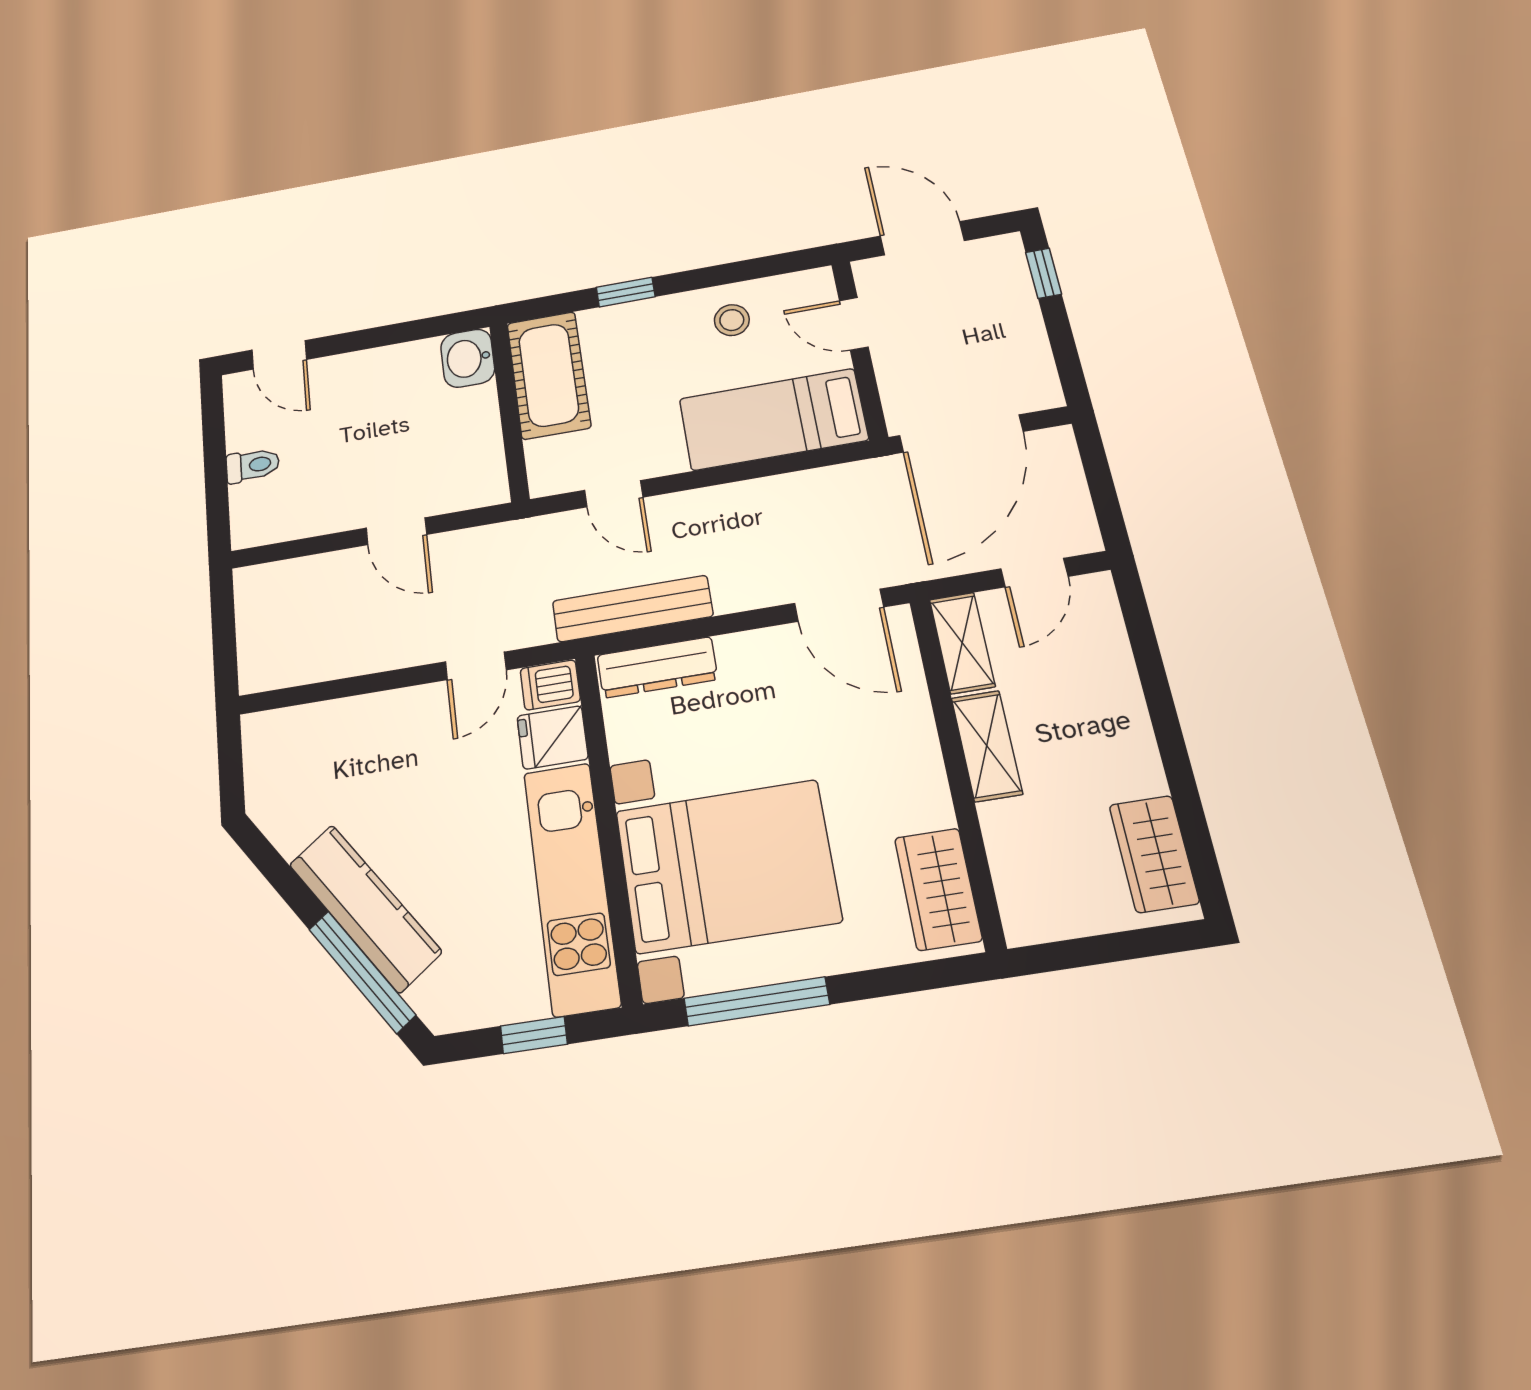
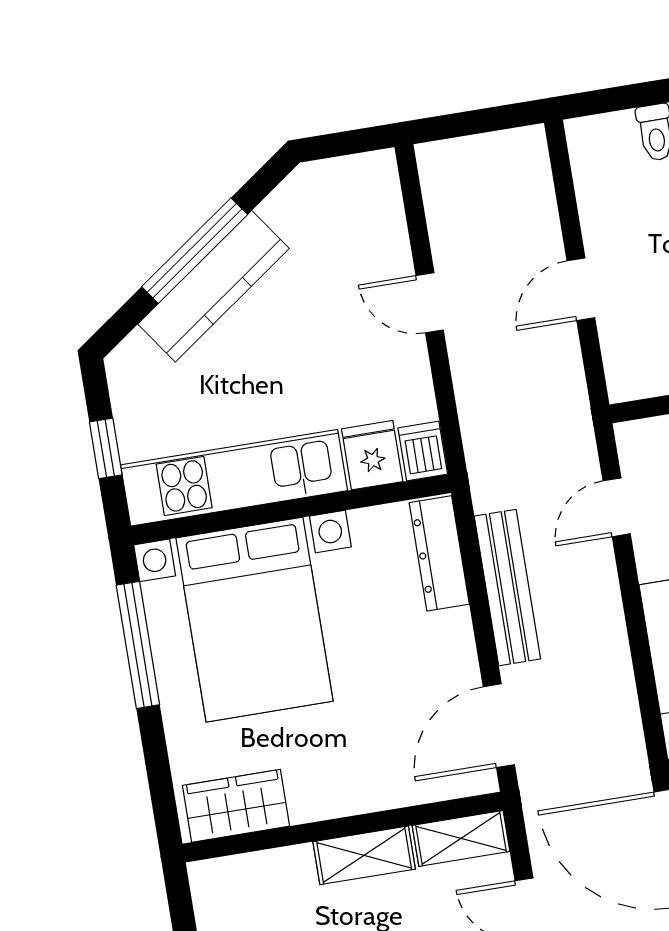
bench: (632, 609) -> (507, 588), moved
door: (476, 666) -> (430, 303), moved
window: (362, 972) -> (195, 251), moved

